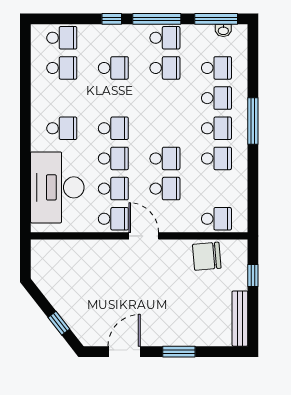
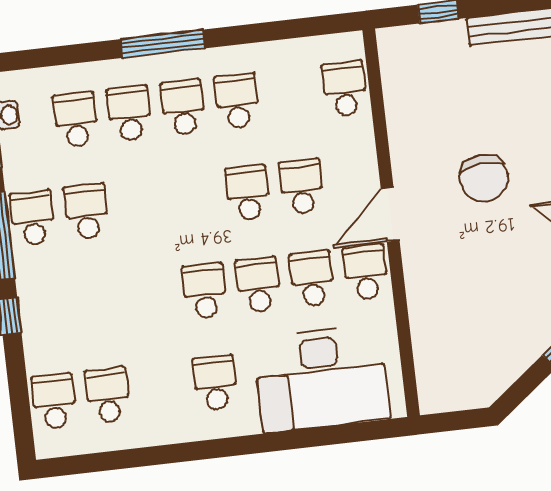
school desk: (113, 68) -> (97, 303), removed
chair: (207, 256) -> (484, 178), moved

